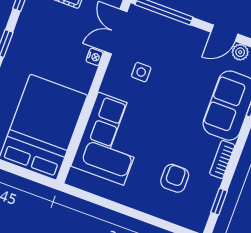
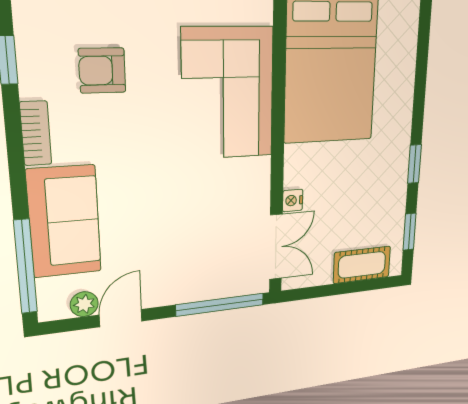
side table: (141, 72) -> (220, 210), removed
armchair: (175, 178) -> (102, 71), turned 90

